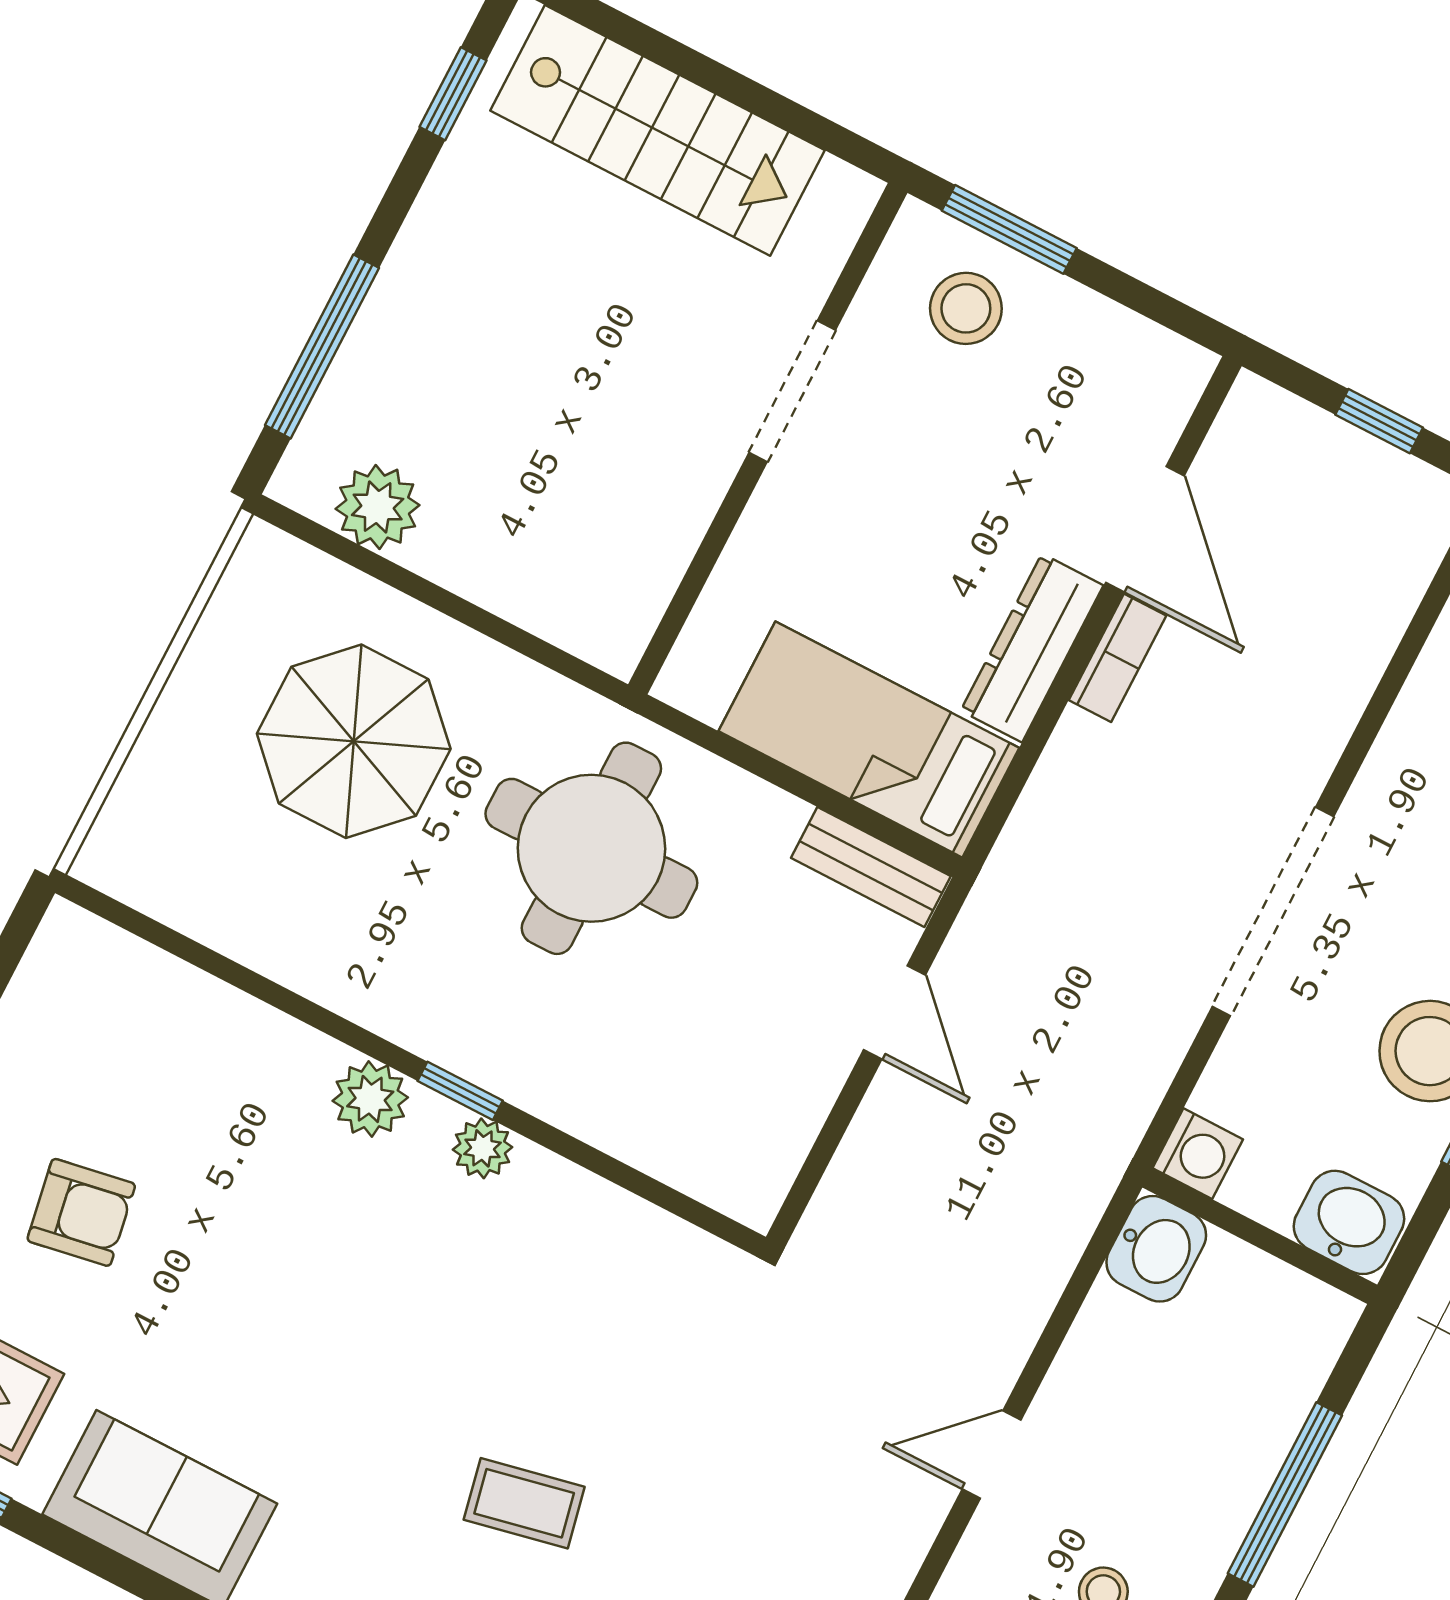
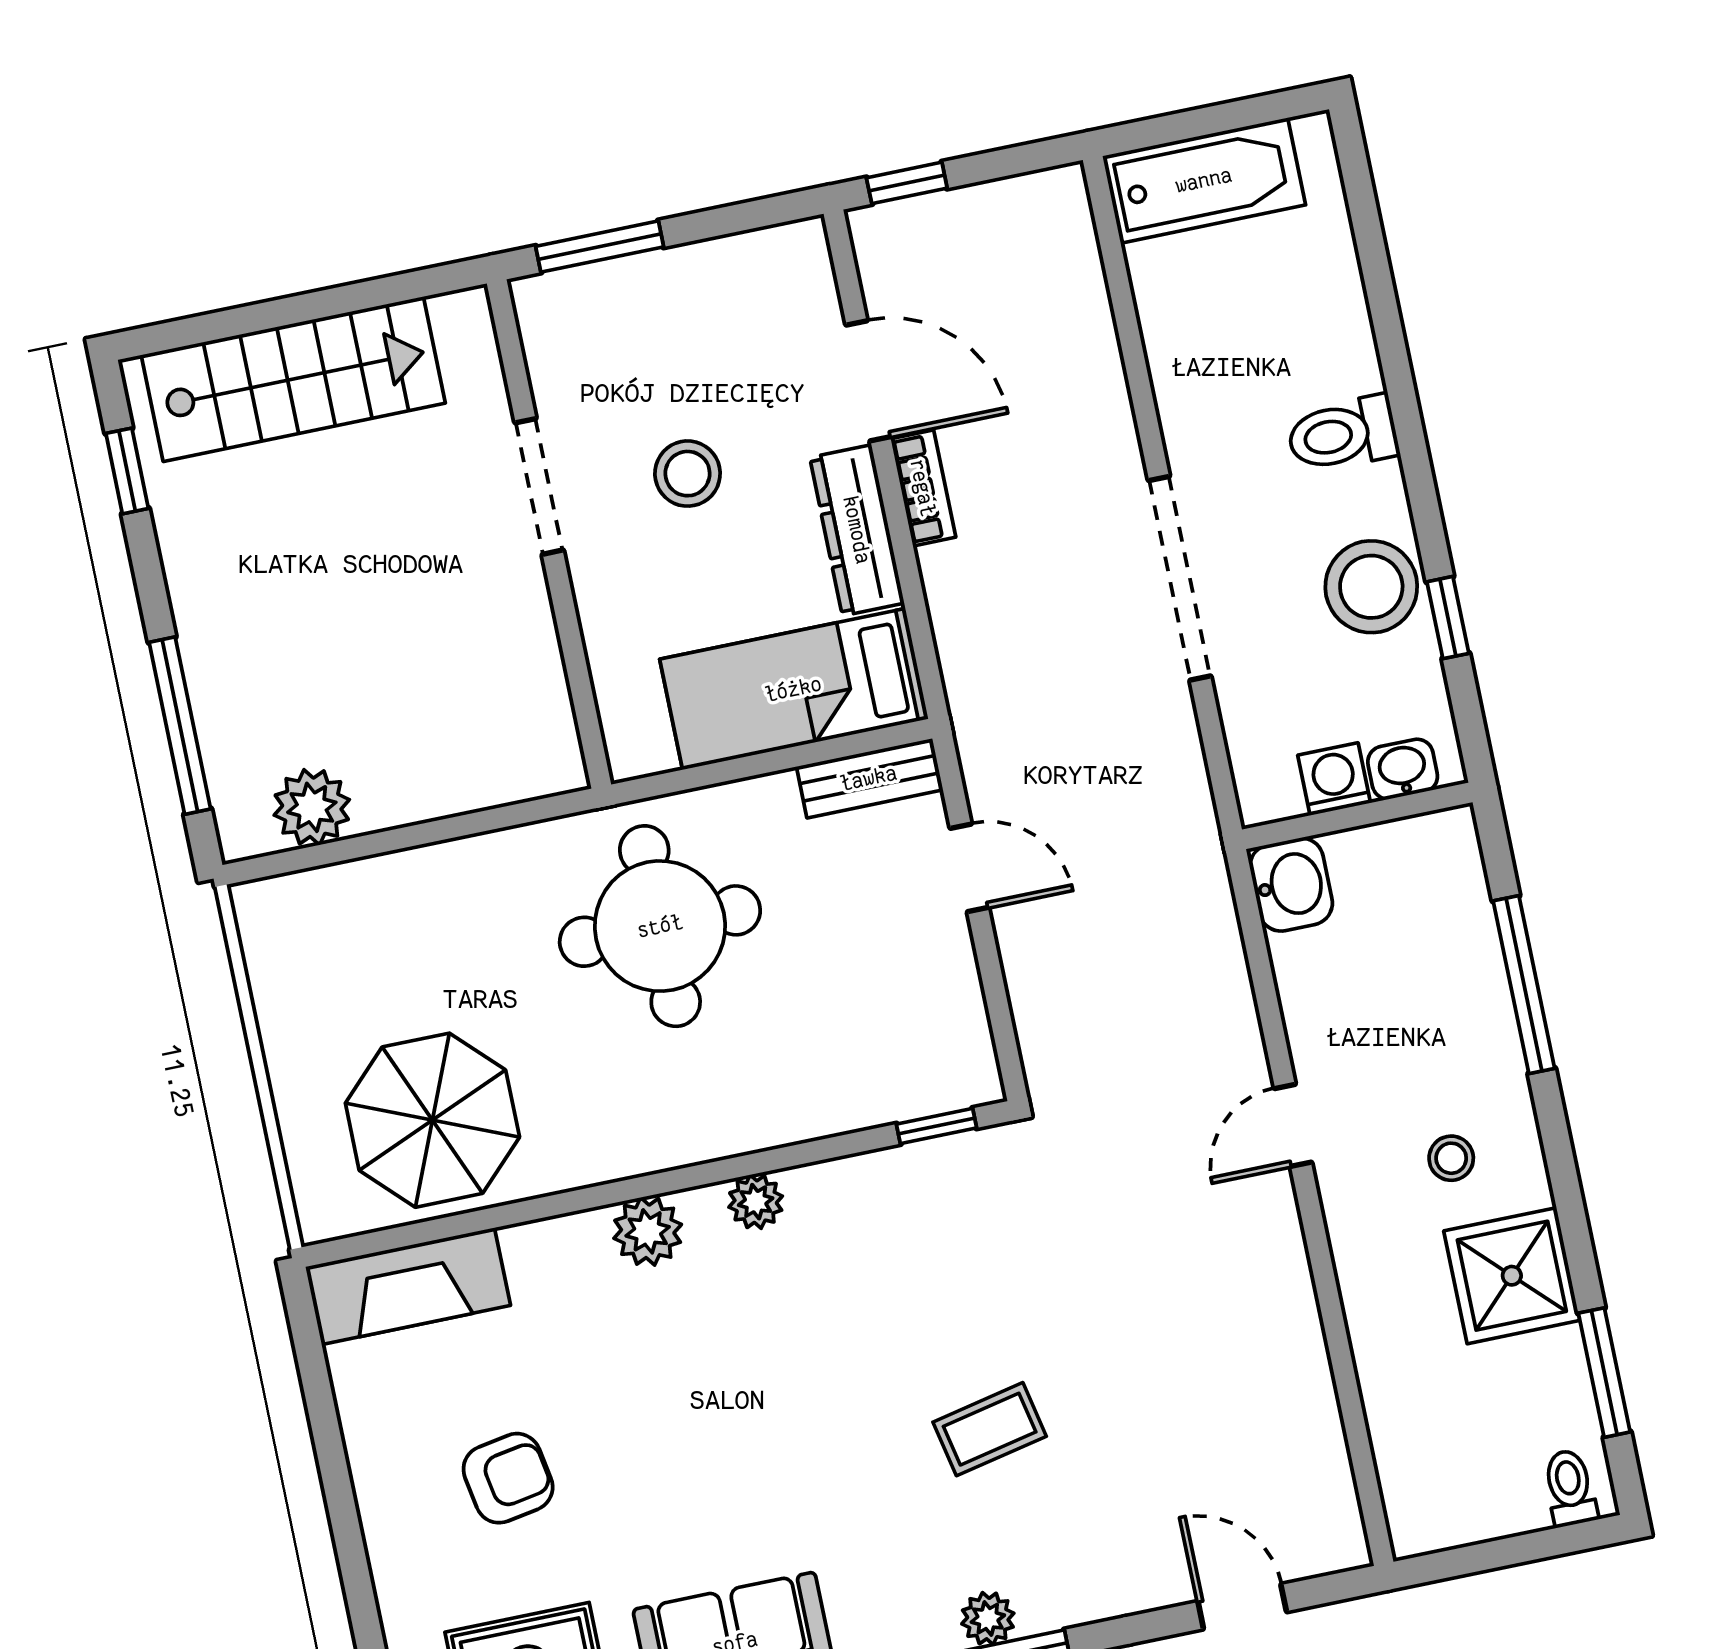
stool: (966, 308) -> (688, 474), moved
window: (1379, 421) -> (907, 183), moved
parasol: (354, 741) -> (432, 1120), moved
fireplace: (129, 980) -> (408, 1286), added
window: (460, 1091) -> (936, 1126), moved
washing machine: (1198, 1154) -> (1334, 779), moved, turned -90
washbasin: (1349, 1222) -> (1403, 769), width x0.72, depth x0.69

